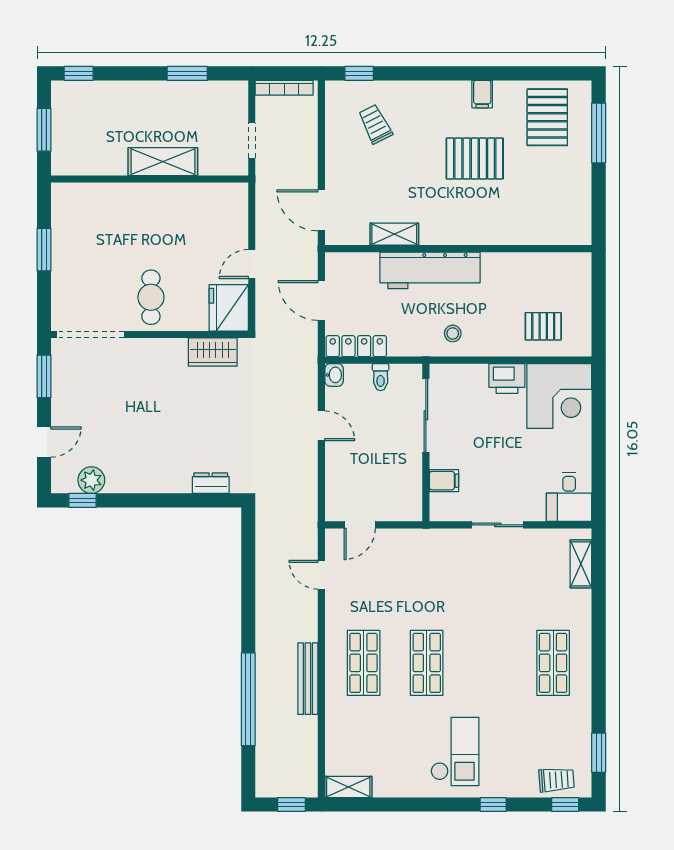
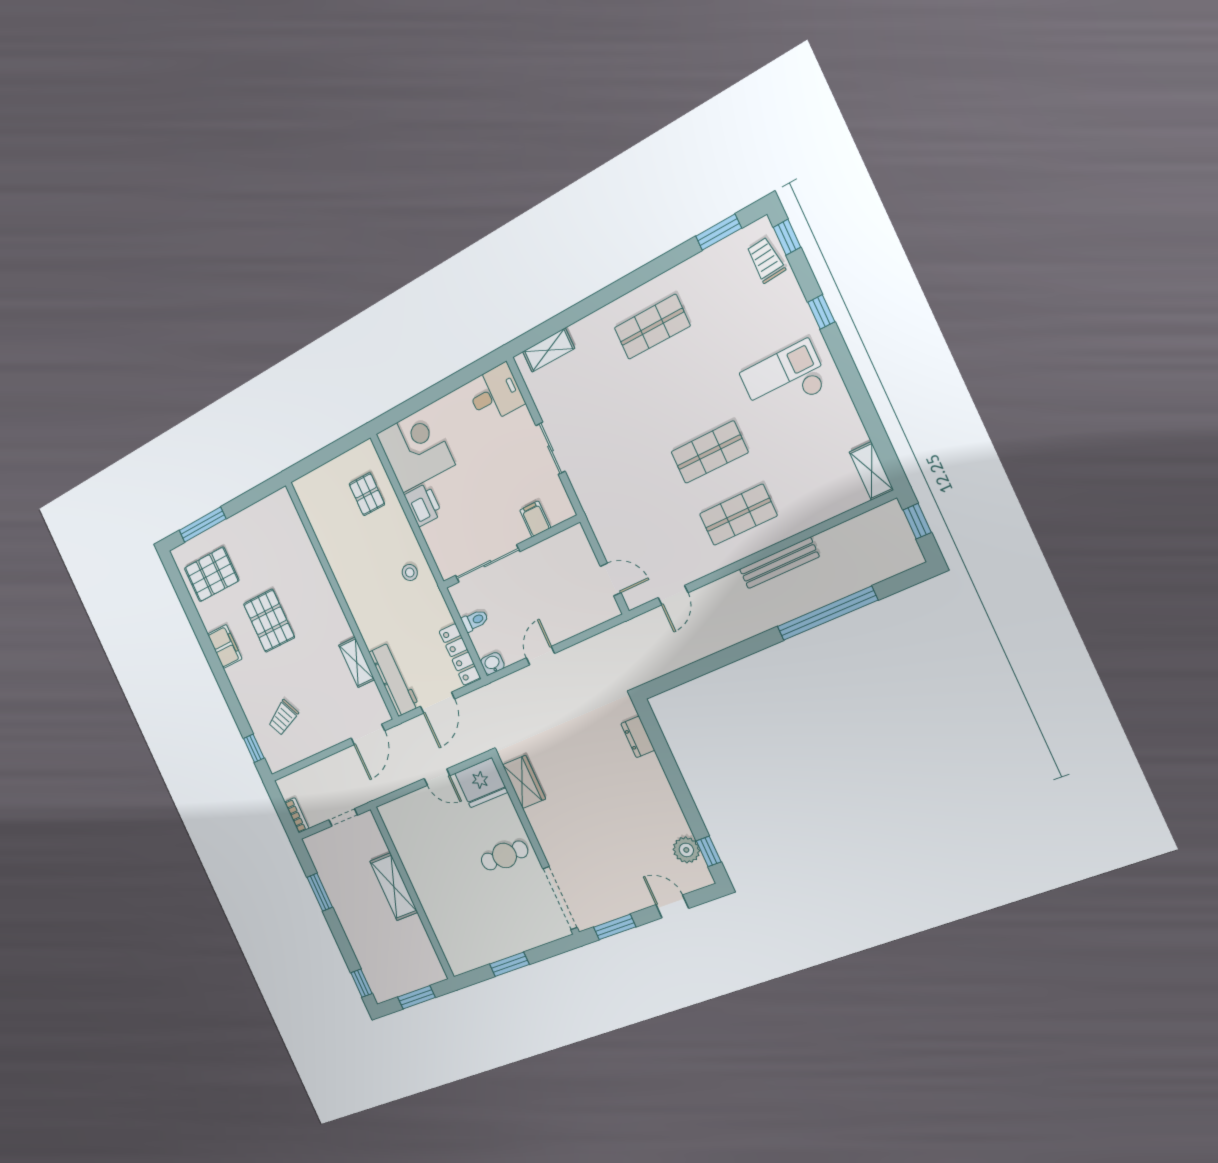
bookcase: (284, 88) -> (297, 815), width x0.64
filing cabinet: (482, 94) -> (225, 646), width x2.00
workbench: (430, 270) -> (394, 680), moved, width x0.73, depth x0.76

